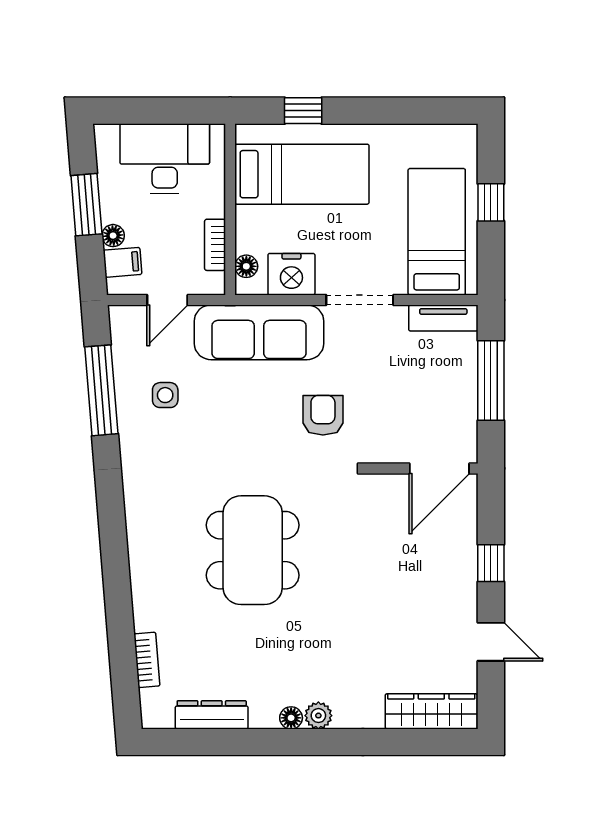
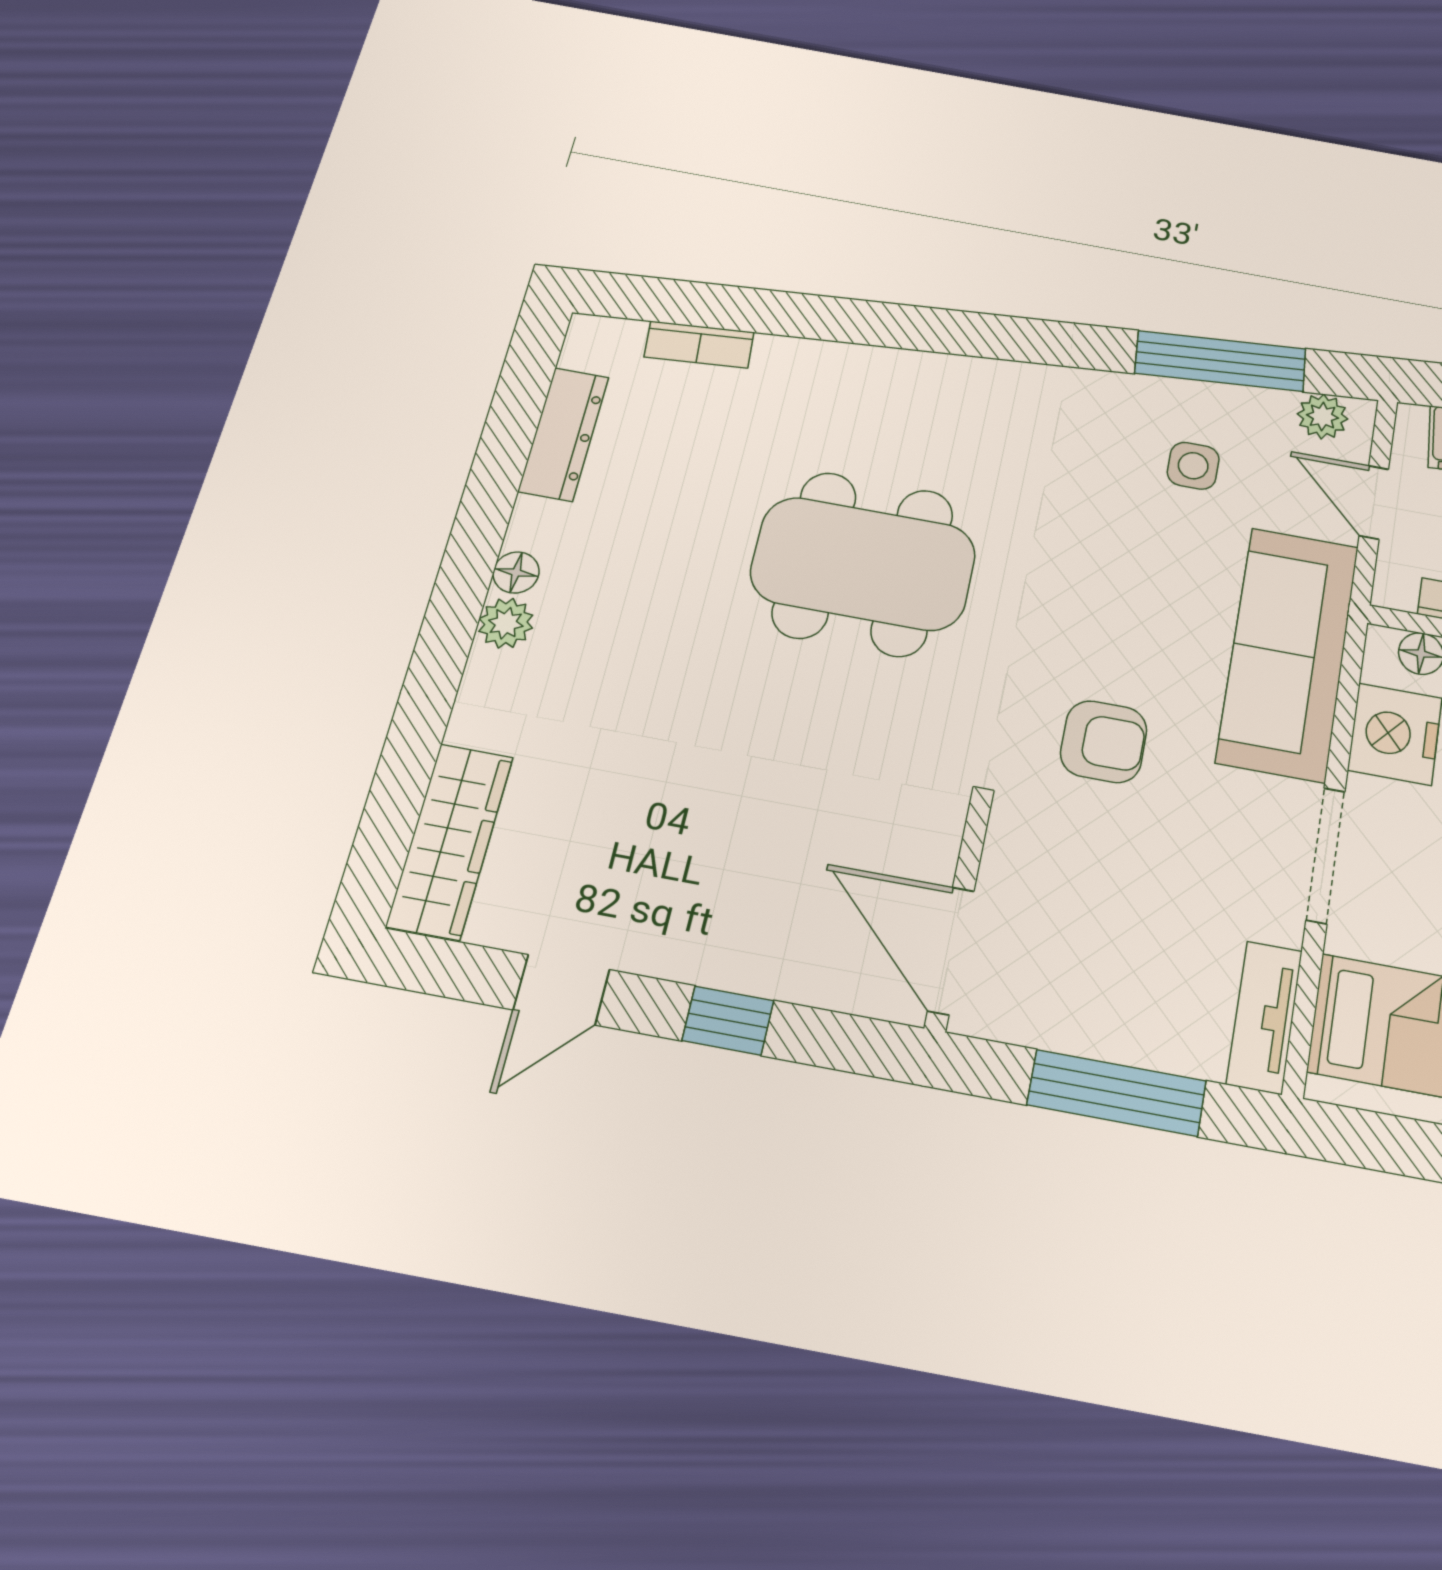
plant: (123, 333) -> (1323, 416), added

